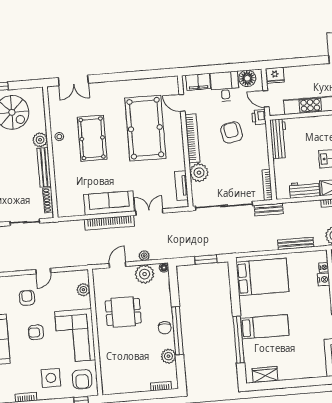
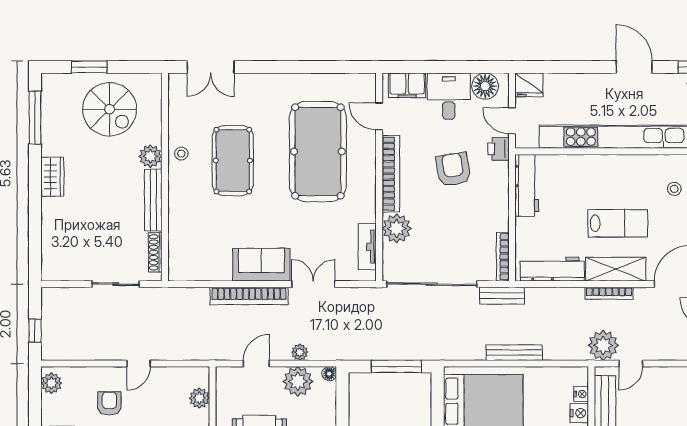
workbench: (305, 190) -> (552, 269), width x1.38
sofa: (109, 203) -> (261, 265), width x0.73
bench: (296, 243) -> (514, 353), moved
window: (206, 260) -> (396, 366), width x1.44

